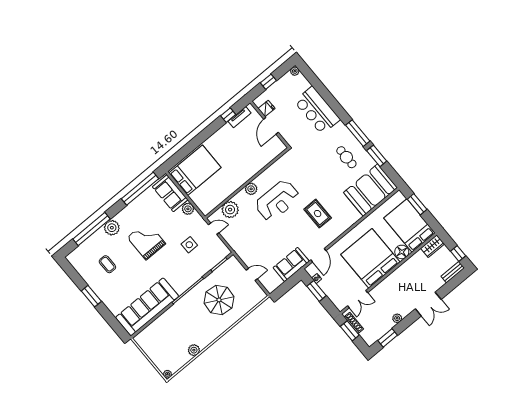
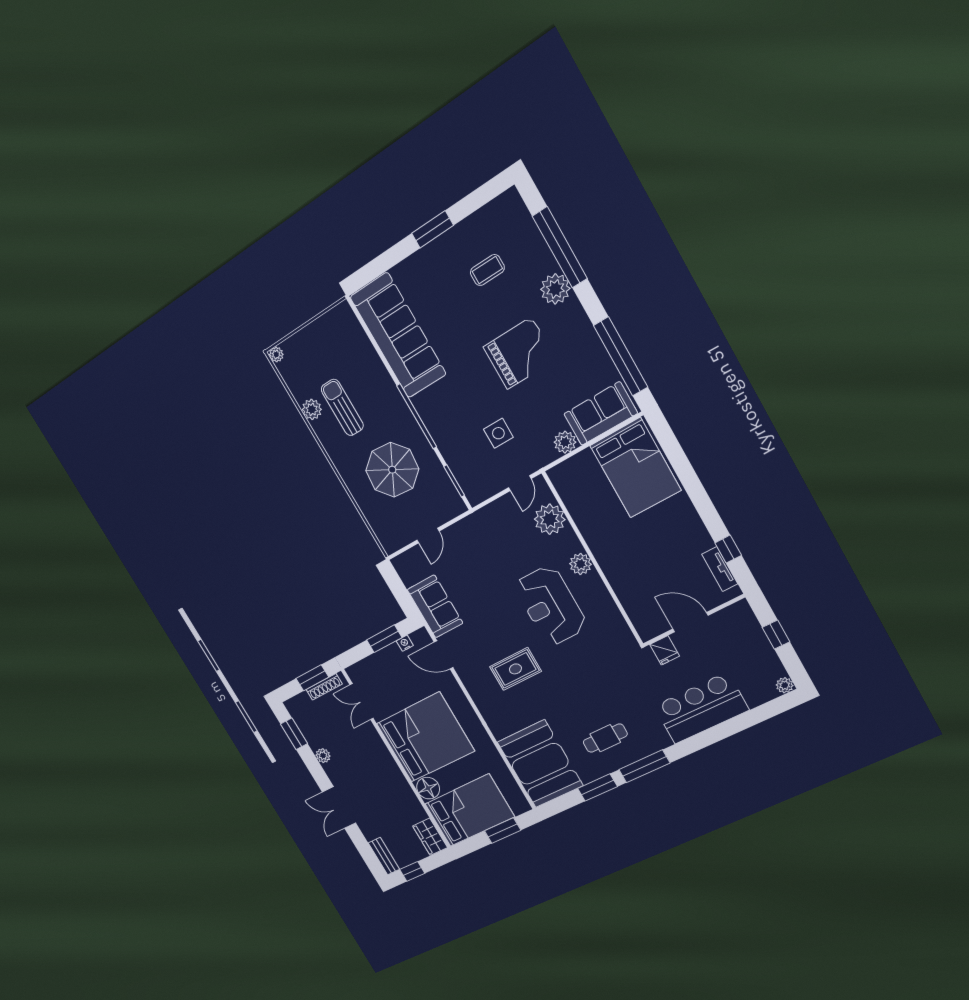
fridge: (267, 109) -> (665, 650), moved
sun lounger: (190, 333) -> (342, 407), added

